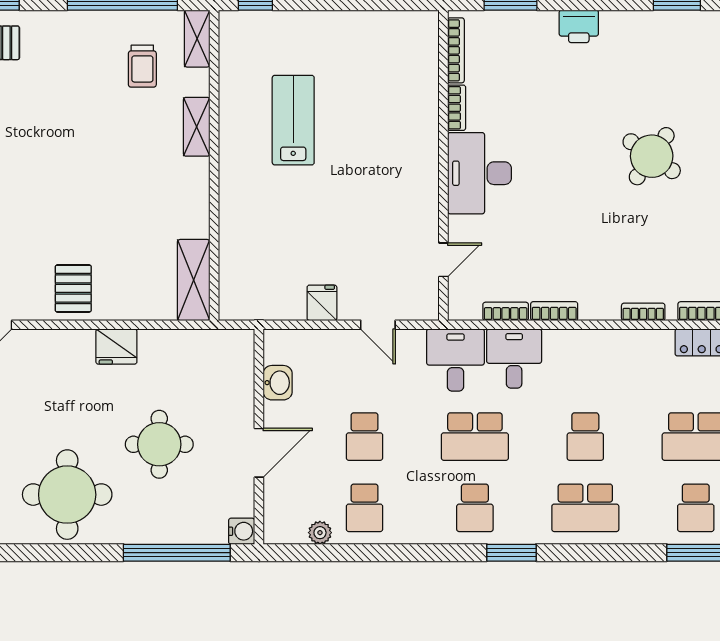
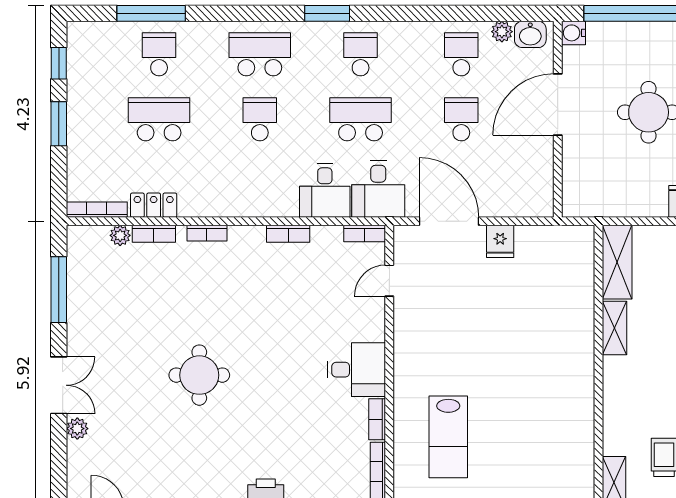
lab bench: (293, 120) -> (448, 437), moved
shelving: (197, 127) -> (614, 328), moved
round table: (652, 156) -> (199, 375), turned -35
desk: (479, 173) -> (356, 370), width x0.73
bookcase: (506, 311) -> (365, 233), moved
door: (378, 325) -> (449, 221), width x1.88
washbasin: (278, 383) -> (530, 34), moved, turned -90
door: (259, 453) -> (558, 104), width x1.36

